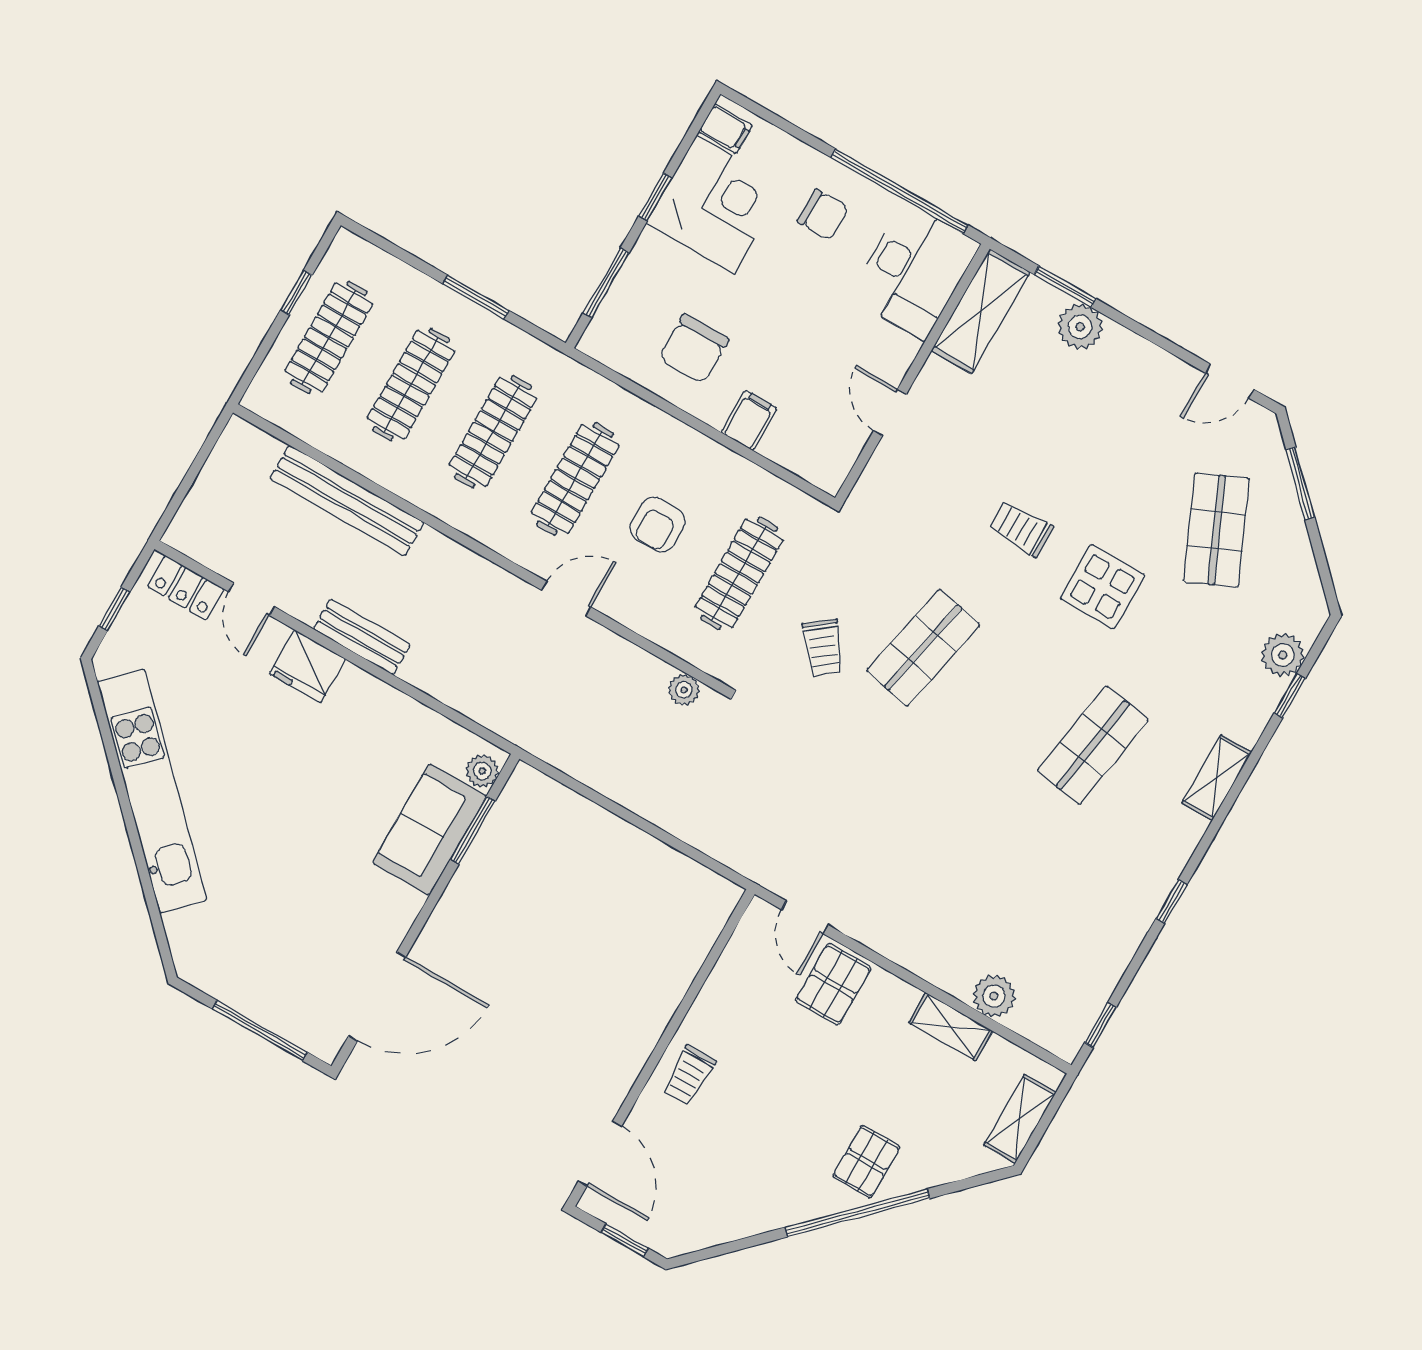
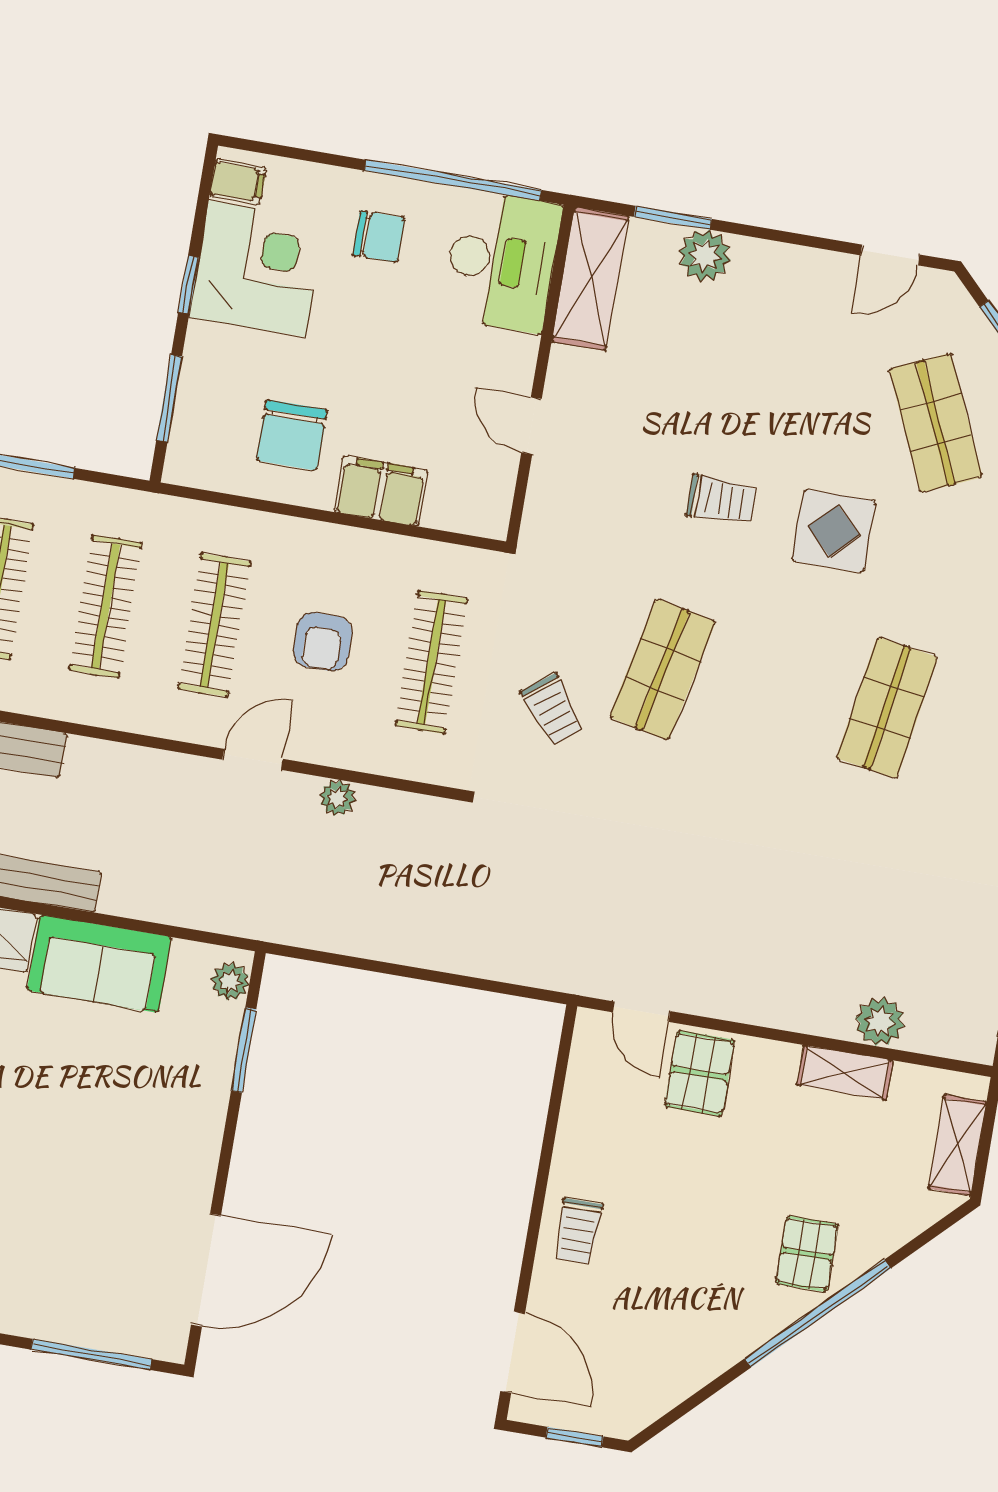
filing cabinet: (749, 420) -> (381, 491), width x2.00
trolley: (1021, 529) -> (721, 500), turned 180
plant: (684, 690) -> (337, 798), moved
sofa: (429, 830) -> (99, 964), moved, turned -90

